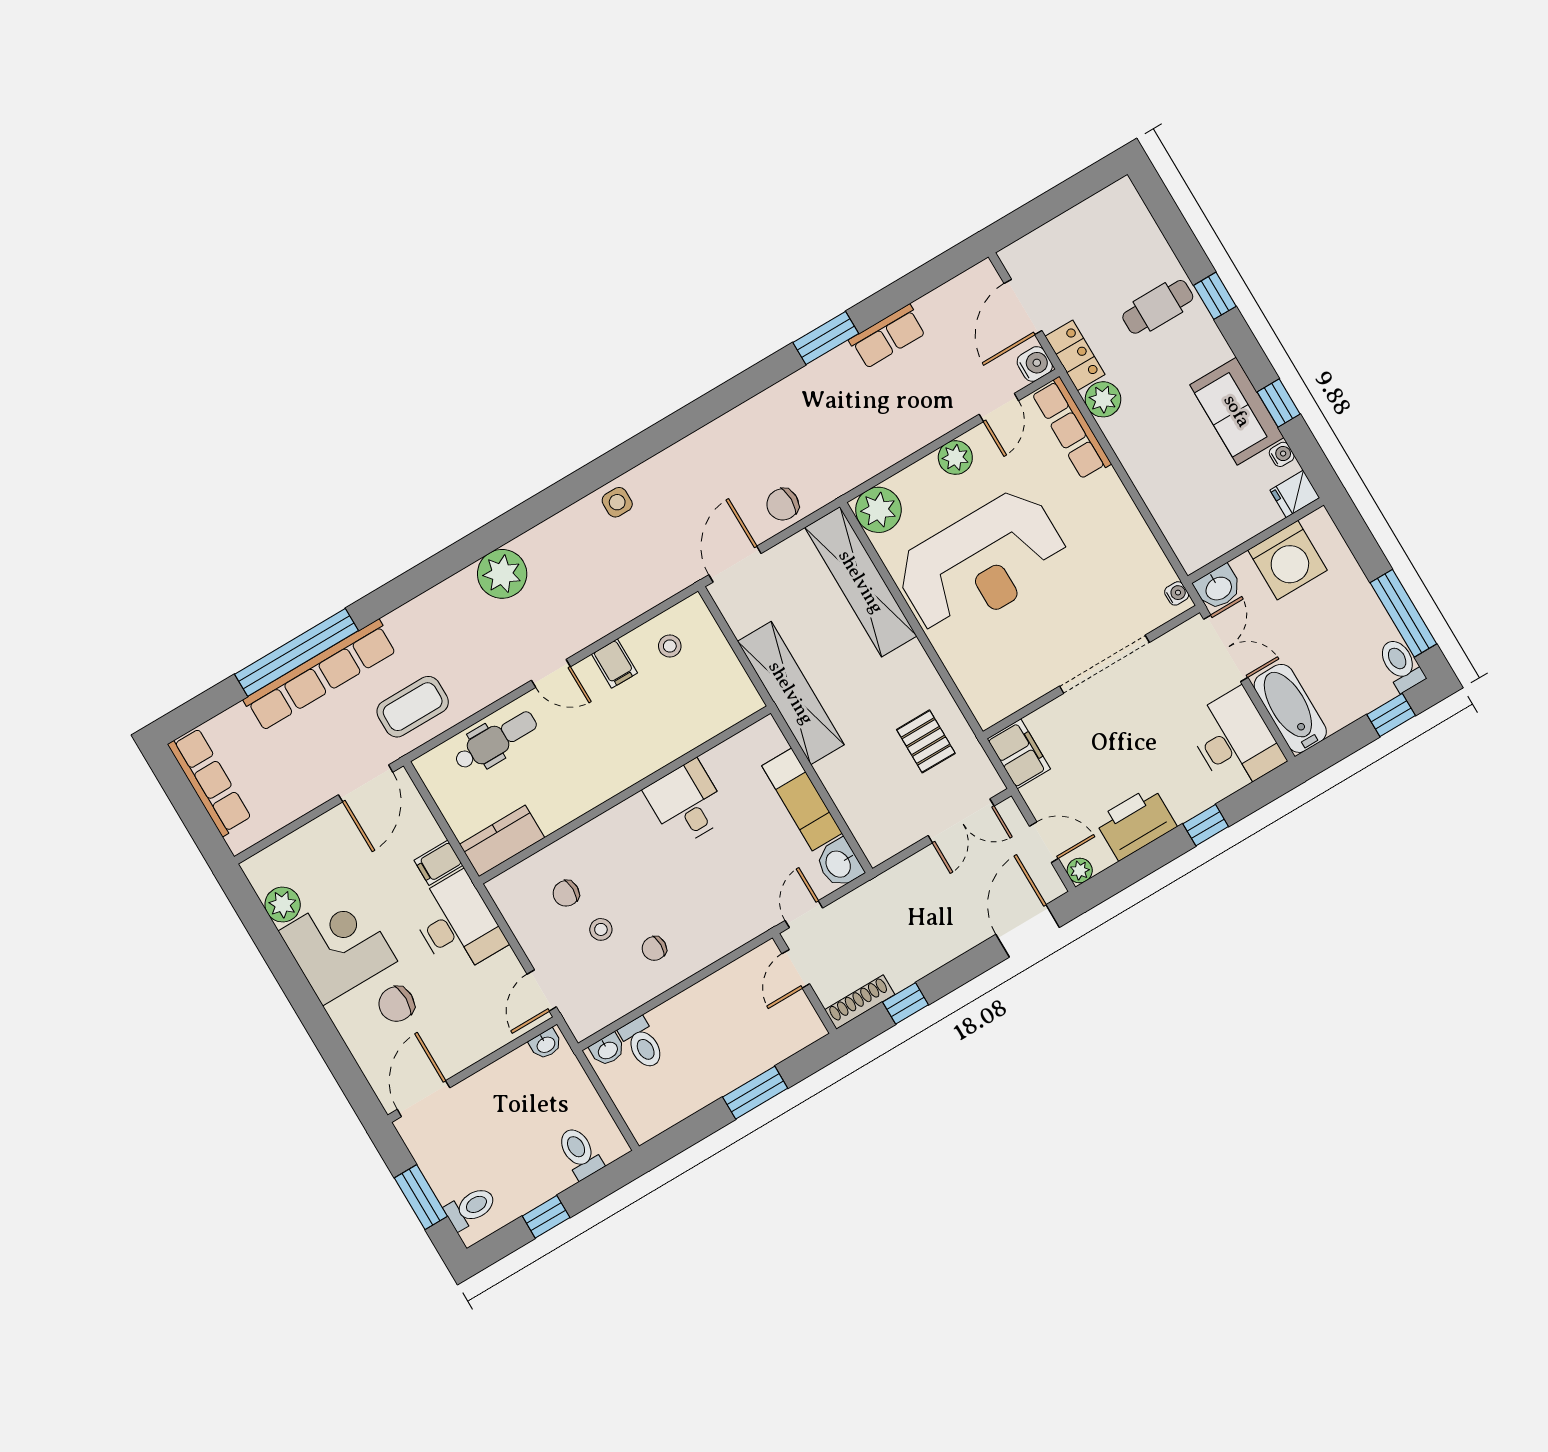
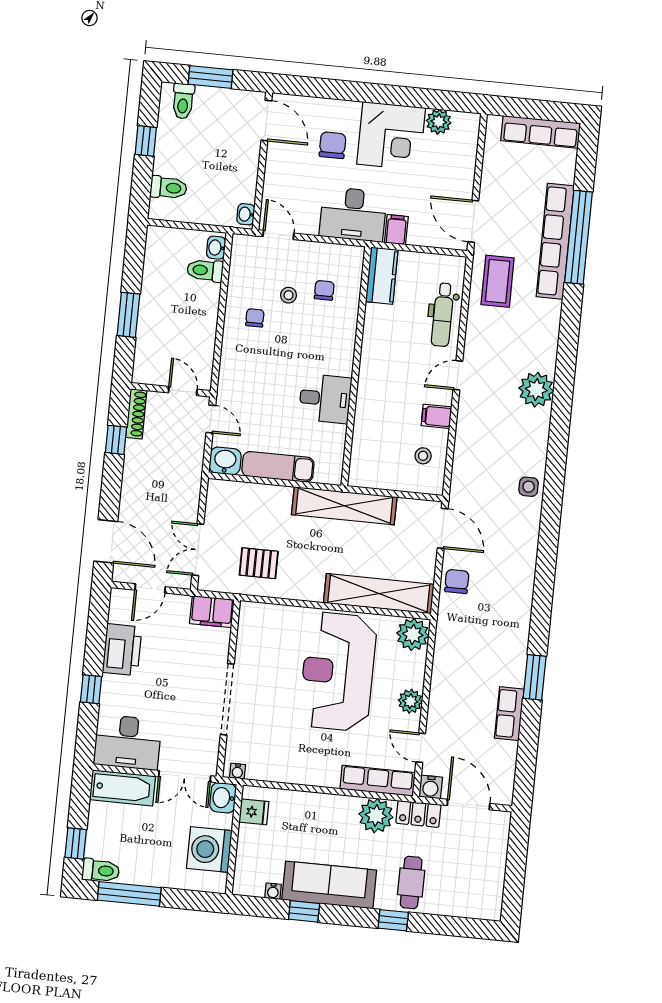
plant: (1103, 399) -> (376, 816), width x1.36, depth x1.36
sofa: (1237, 411) -> (329, 885), width x1.36
fridge: (1295, 494) -> (254, 812), moved, turned 90
plant: (1080, 870) -> (119, 597), removed

